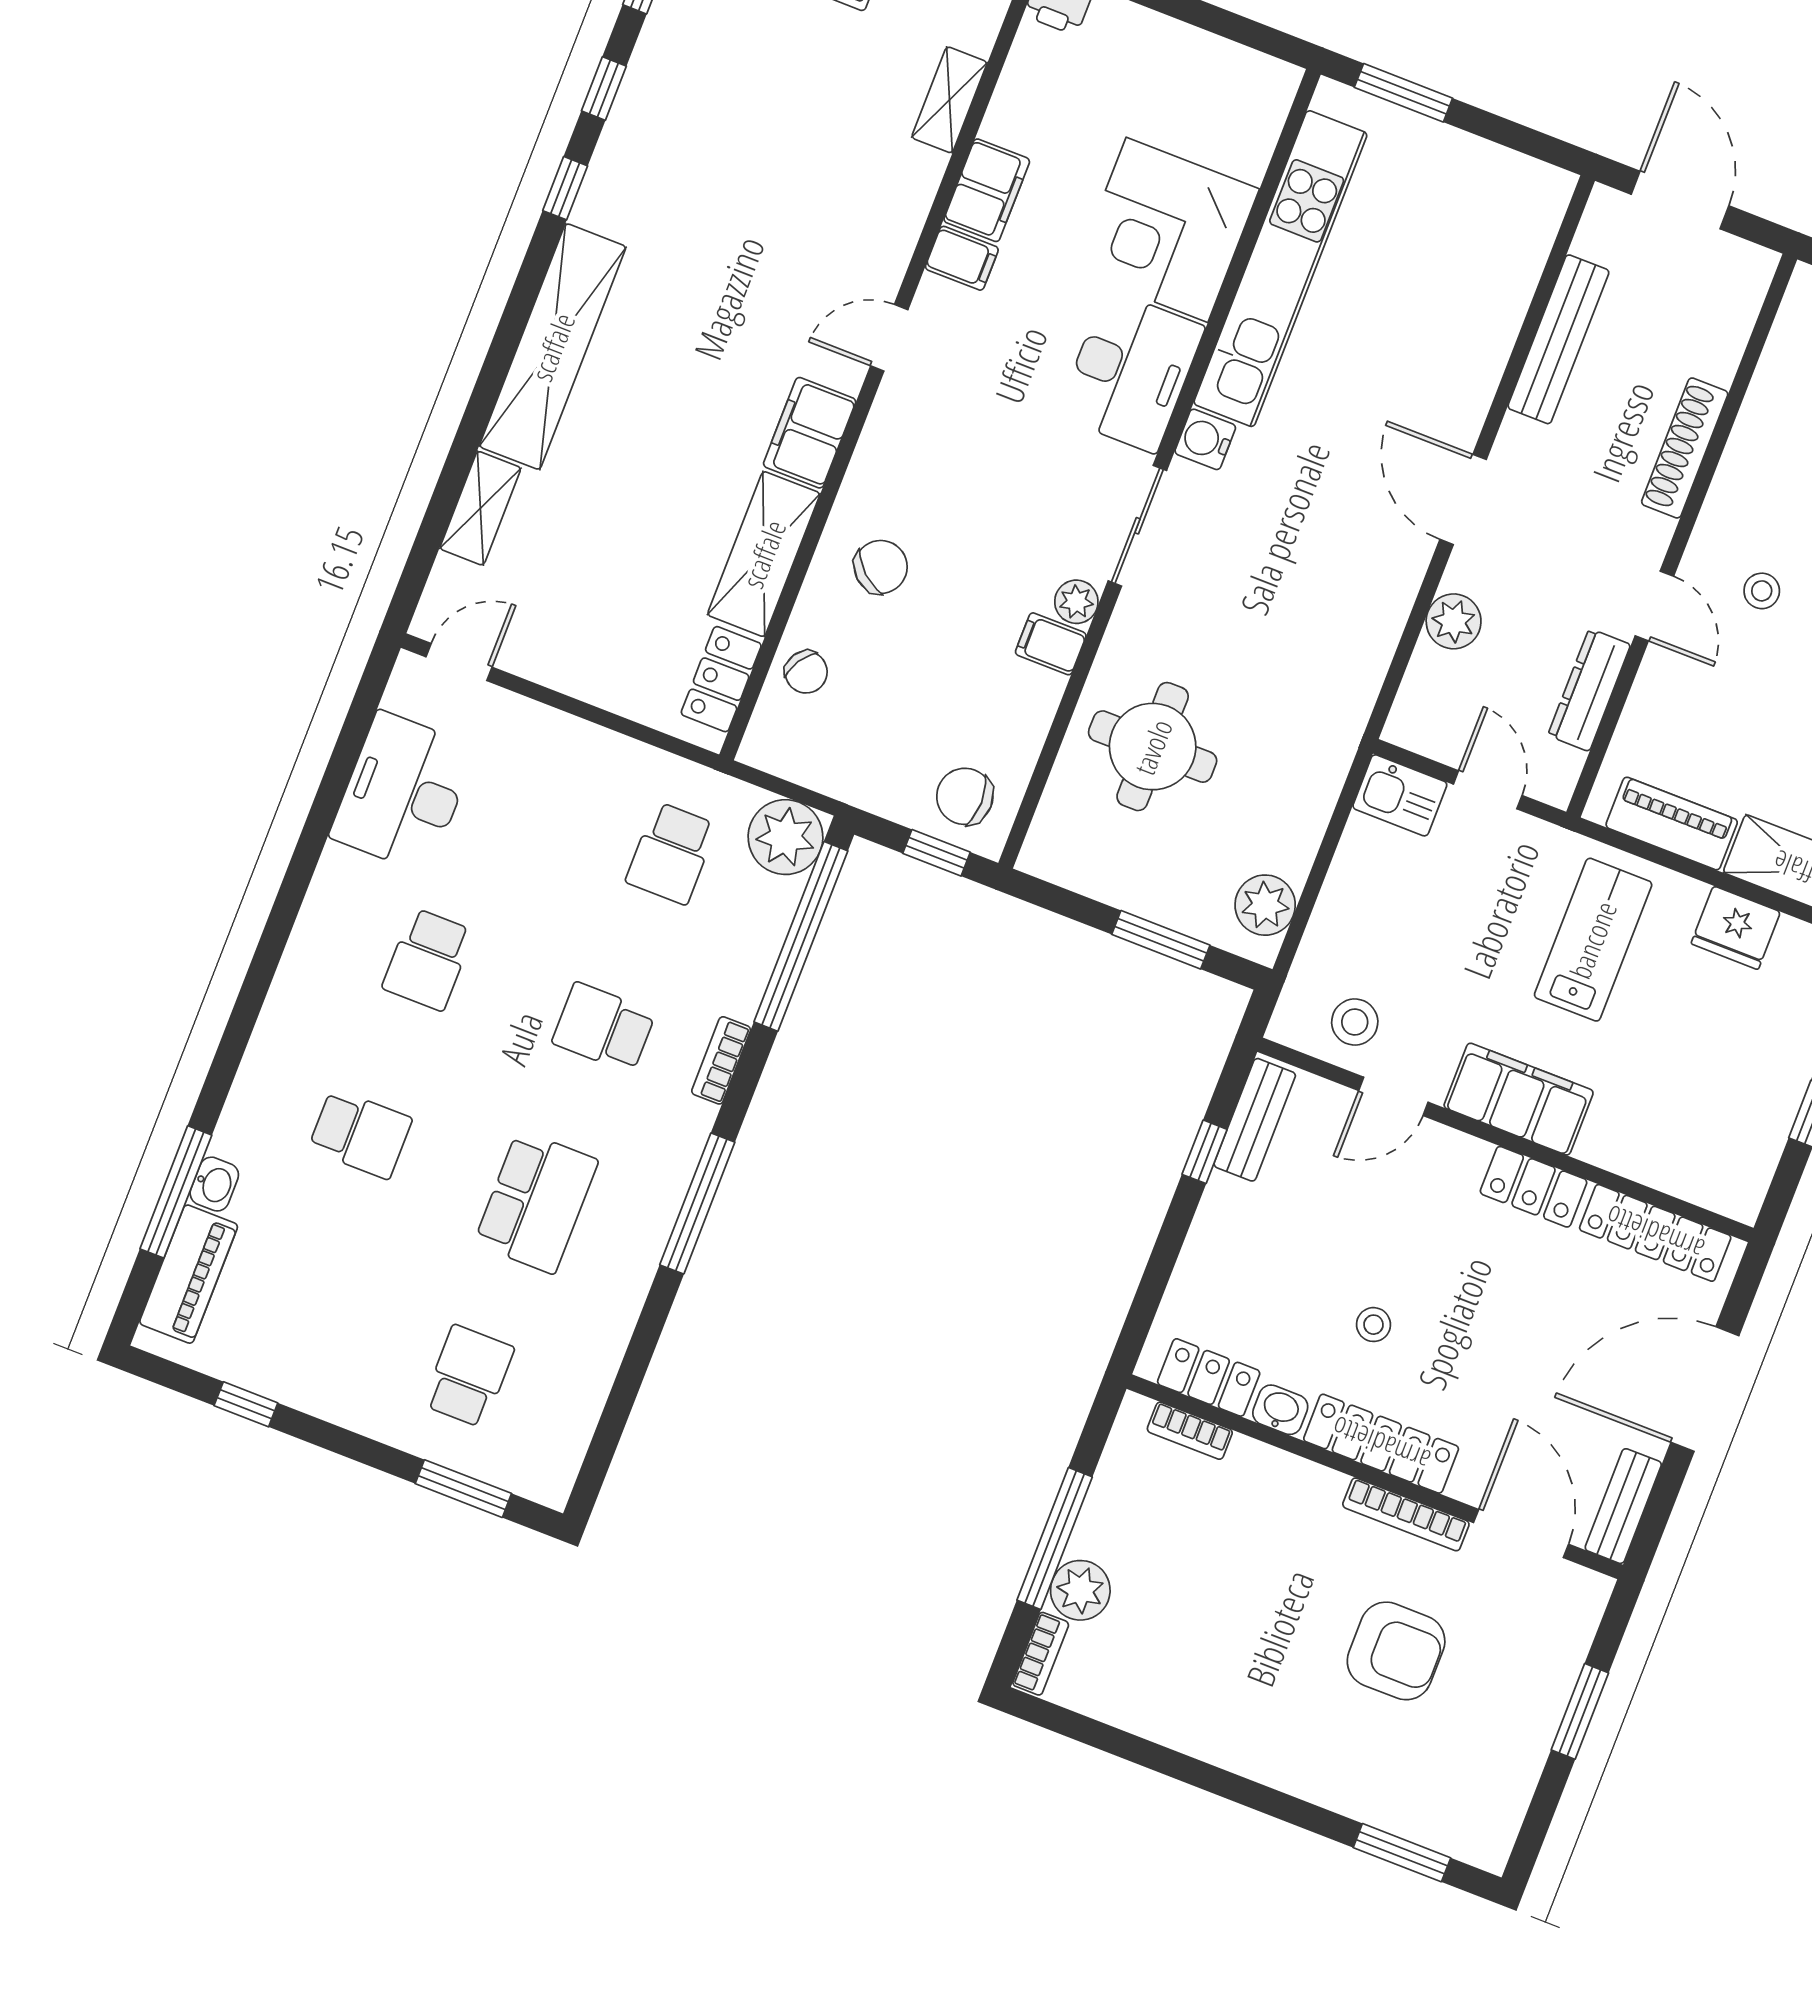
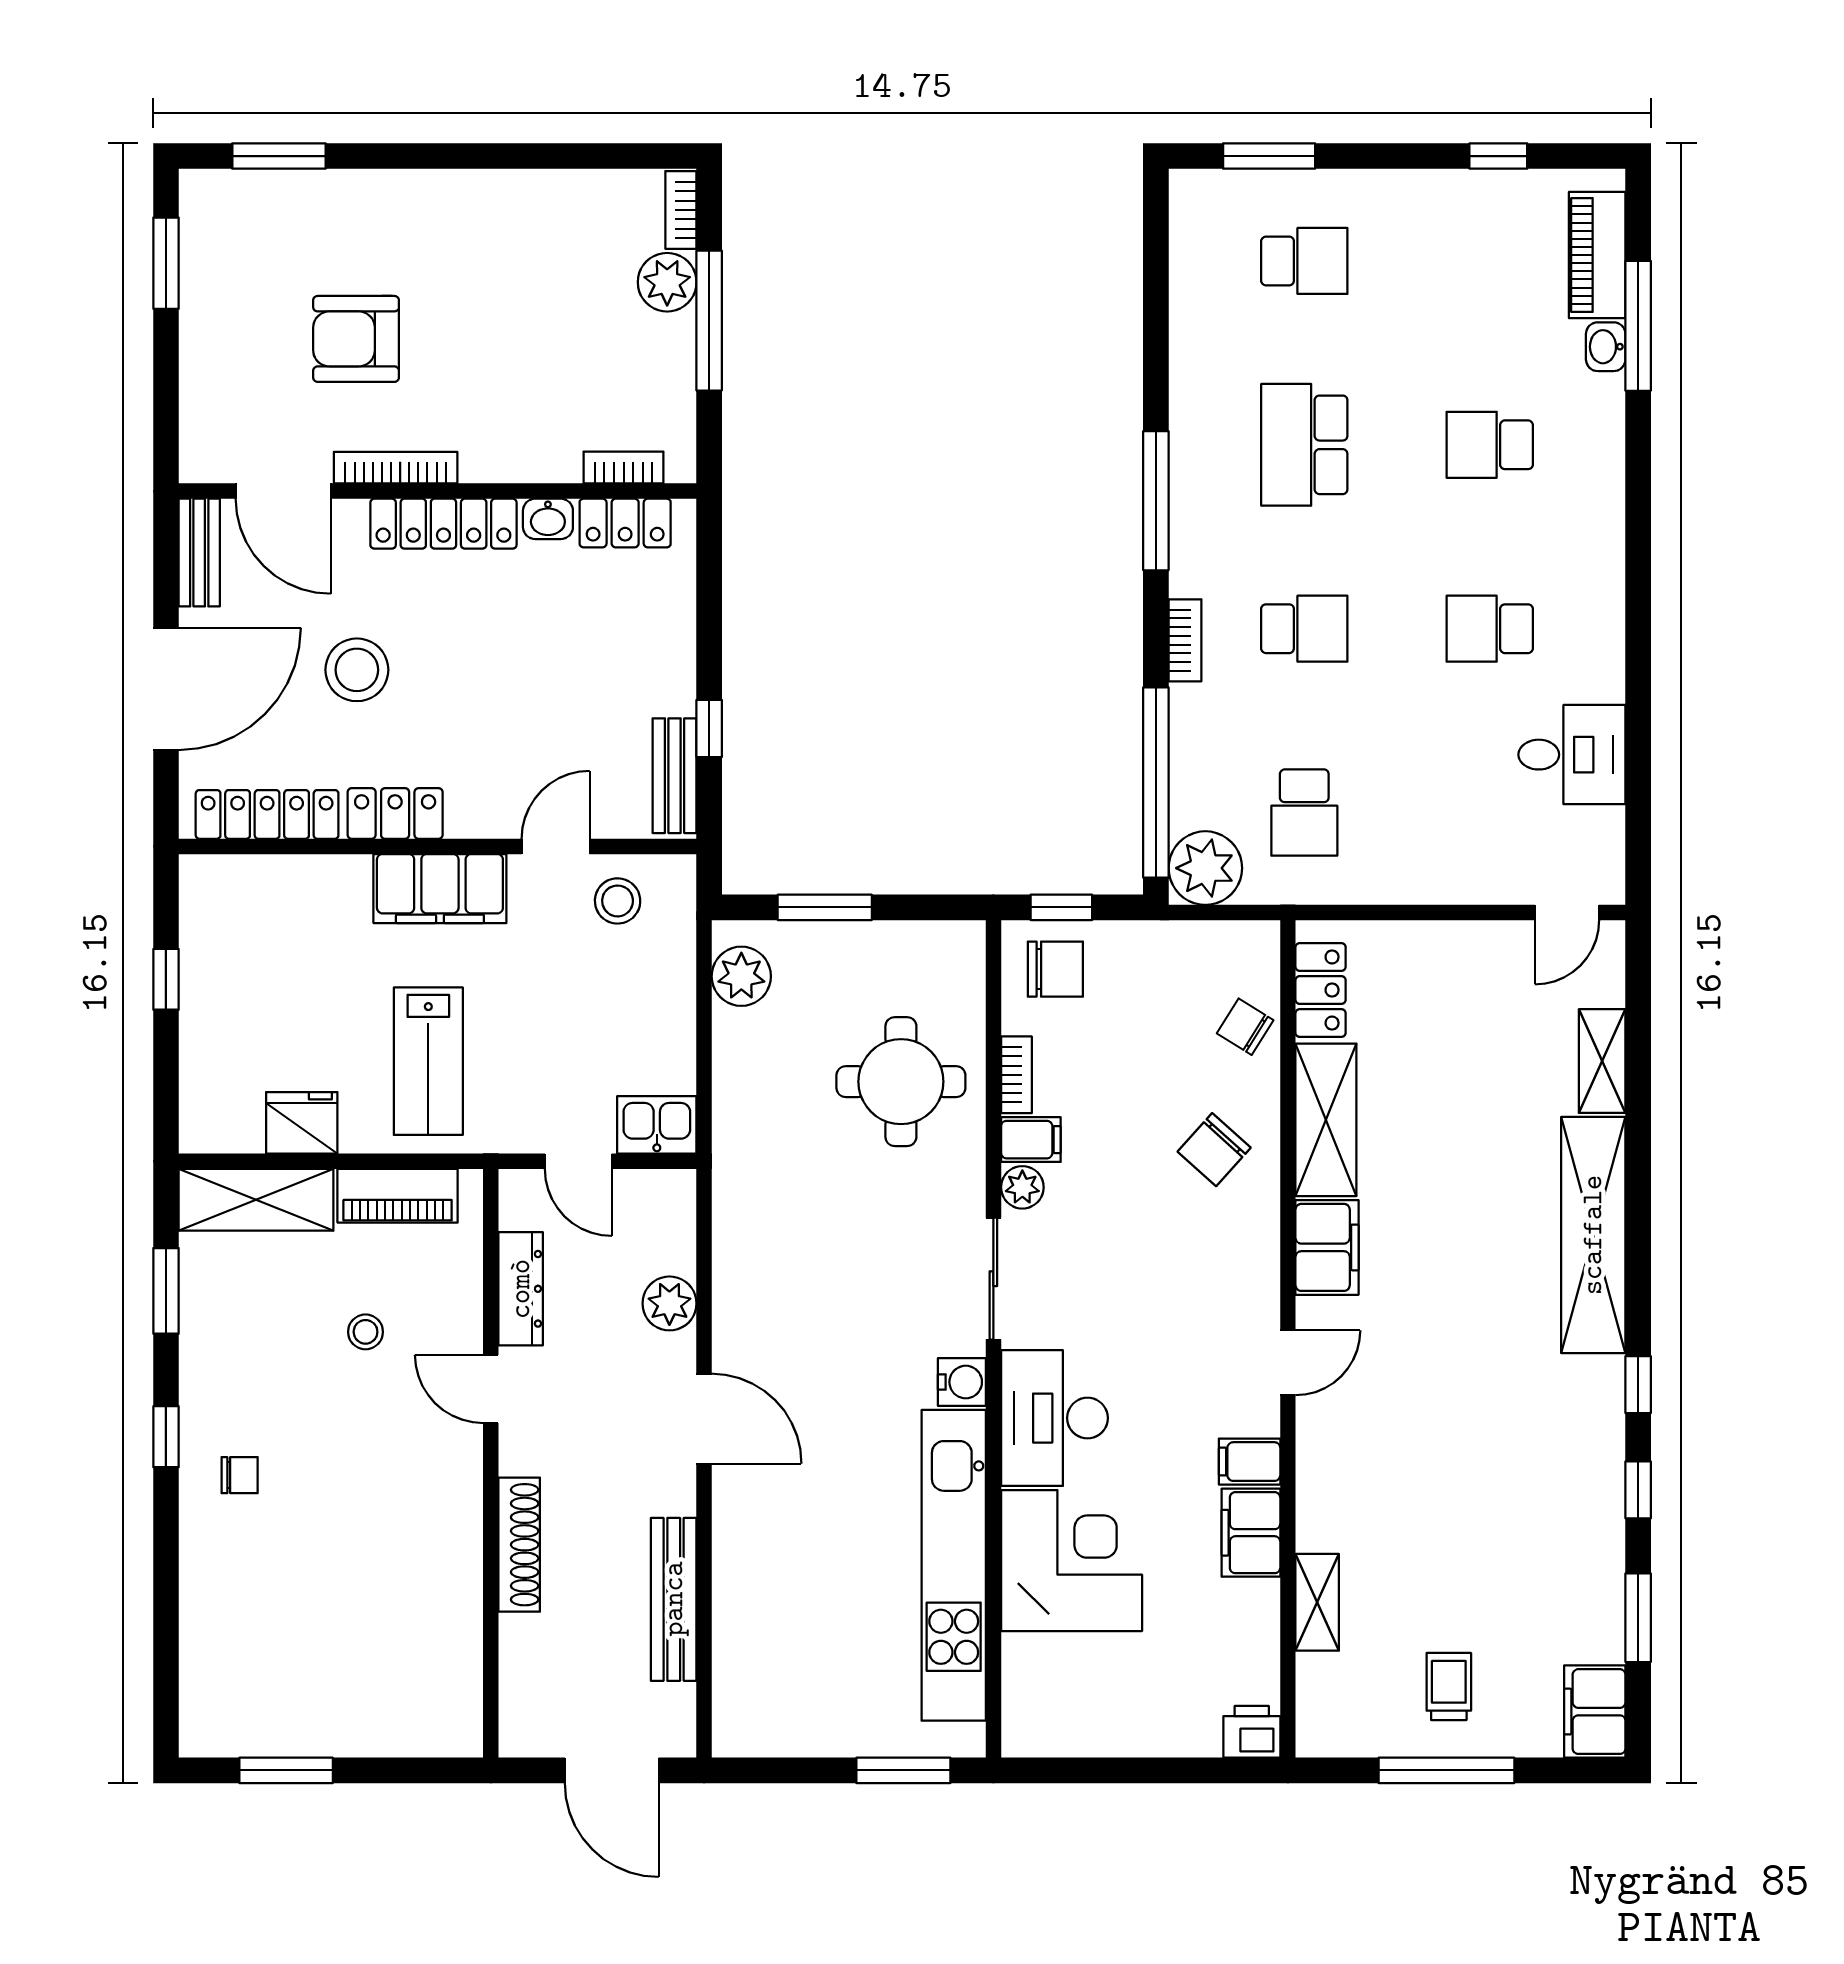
stool: (1762, 591) -> (366, 1332), moved
bookcase: (1041, 711) -> (1016, 1075), added
desk: (403, 792) -> (1572, 755), width x0.73
school desk: (671, 853) -> (1304, 813), turned 180
school desk: (428, 959) -> (1490, 629), turned -90
stool: (1373, 1325) -> (357, 670), moved, width x1.89, depth x1.89
school desk: (468, 1376) -> (1304, 261), turned -90
window: (1580, 1711) -> (166, 263), moved

